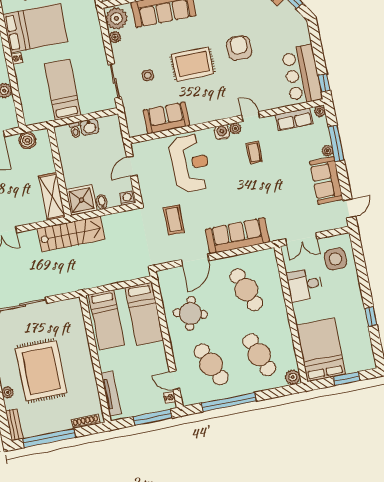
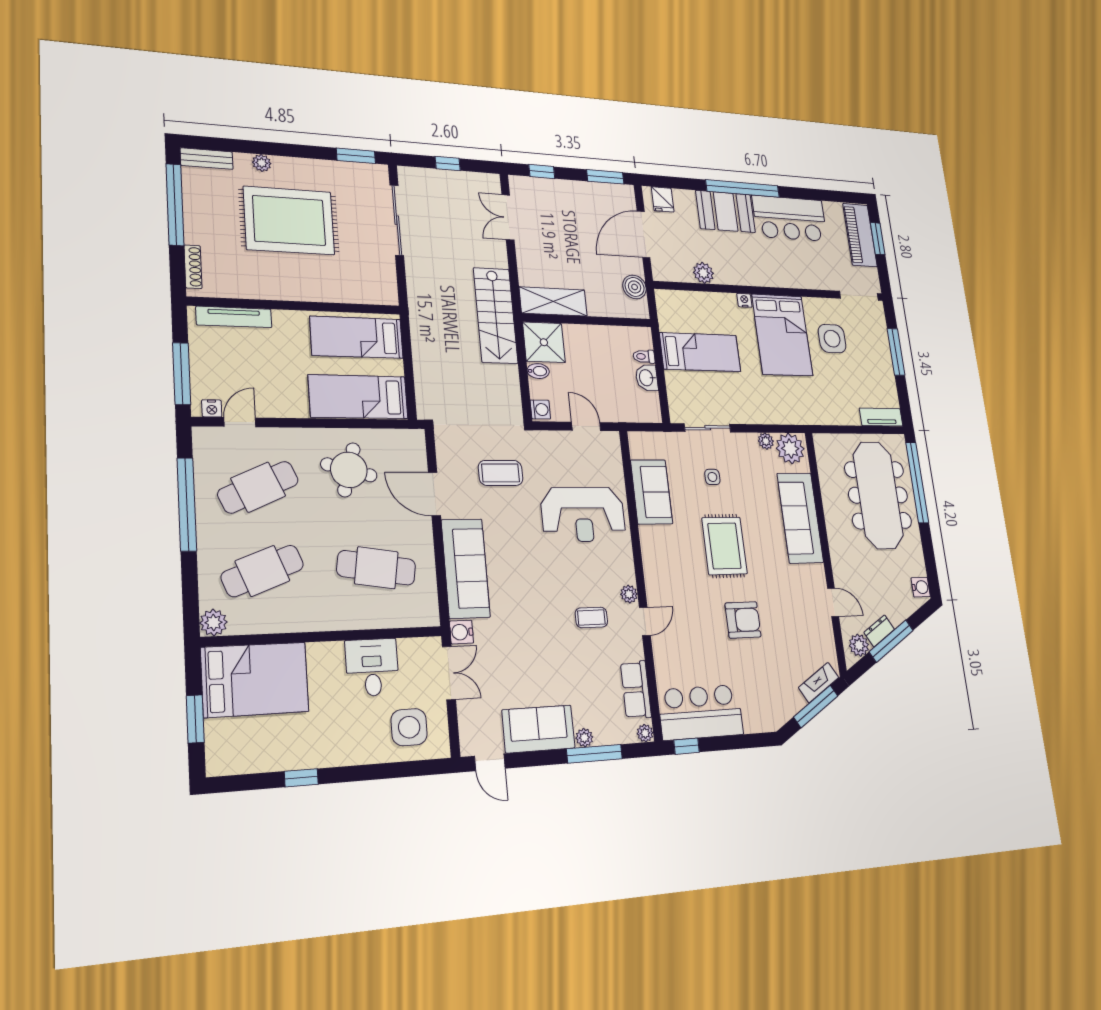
water cooler: (222, 132) -> (461, 632), moved, turned 180
double door: (301, 239) -> (449, 673), swing flipped
cafe table: (246, 290) -> (376, 568), turned 30

